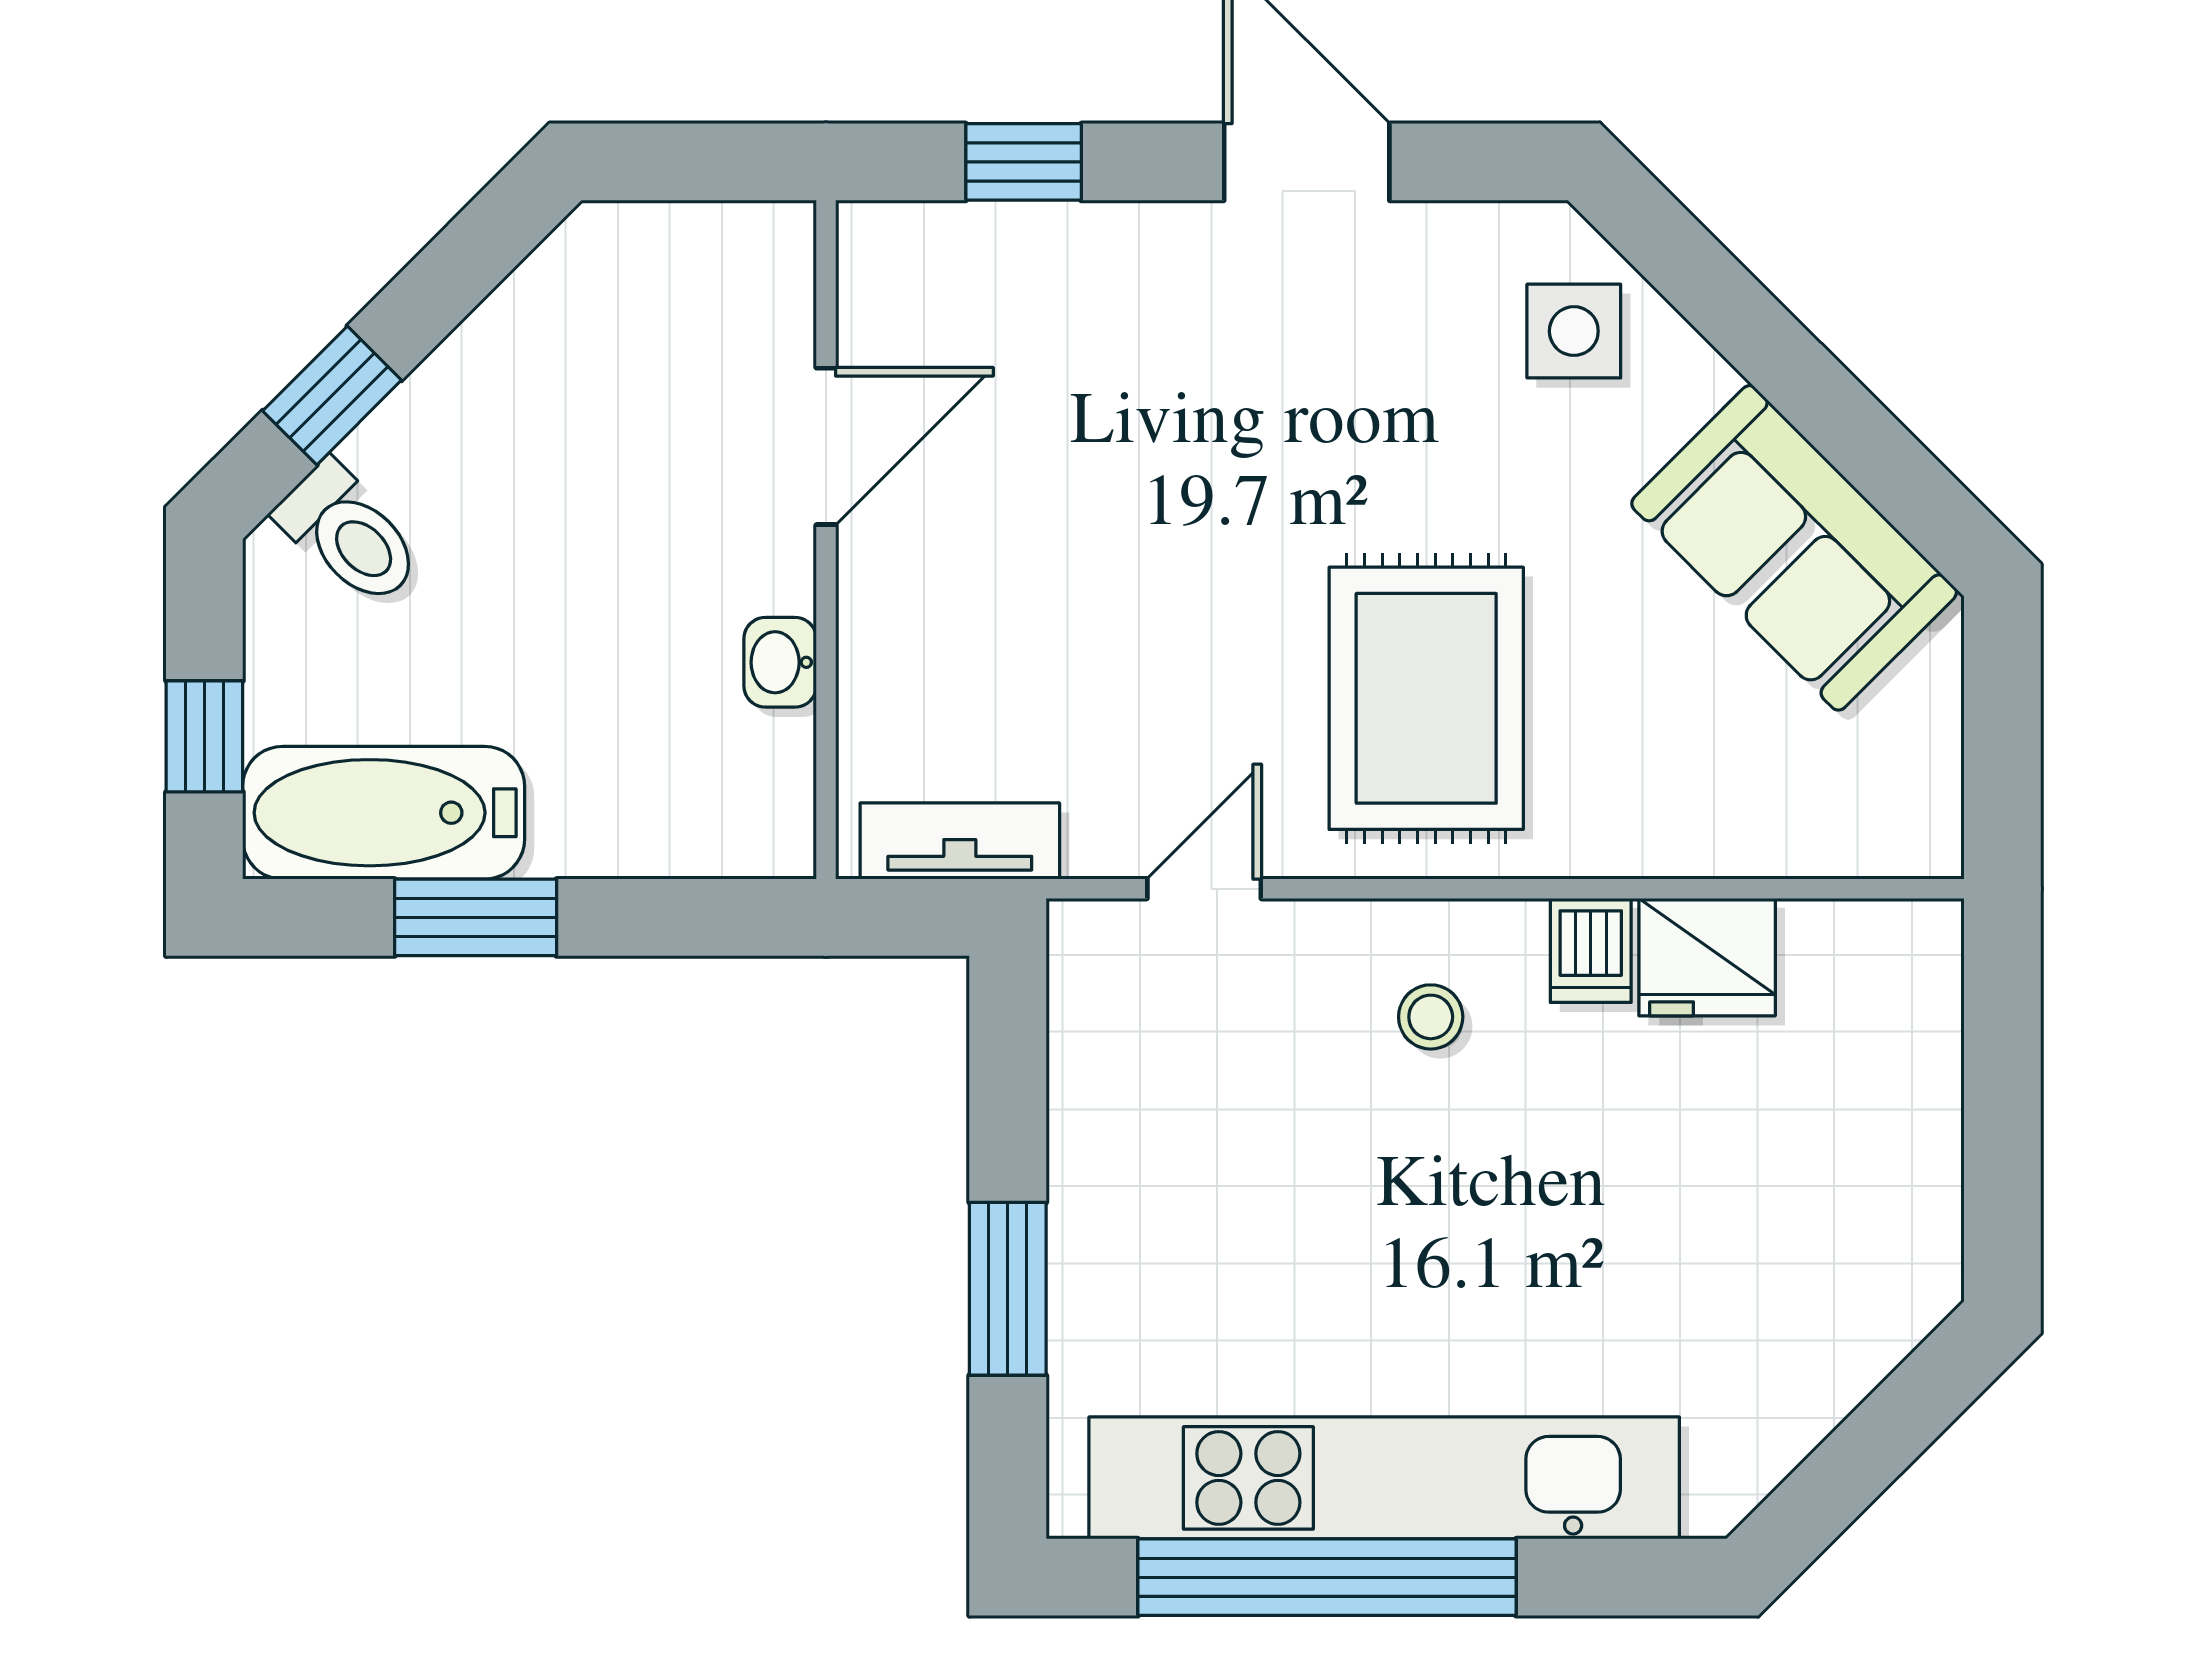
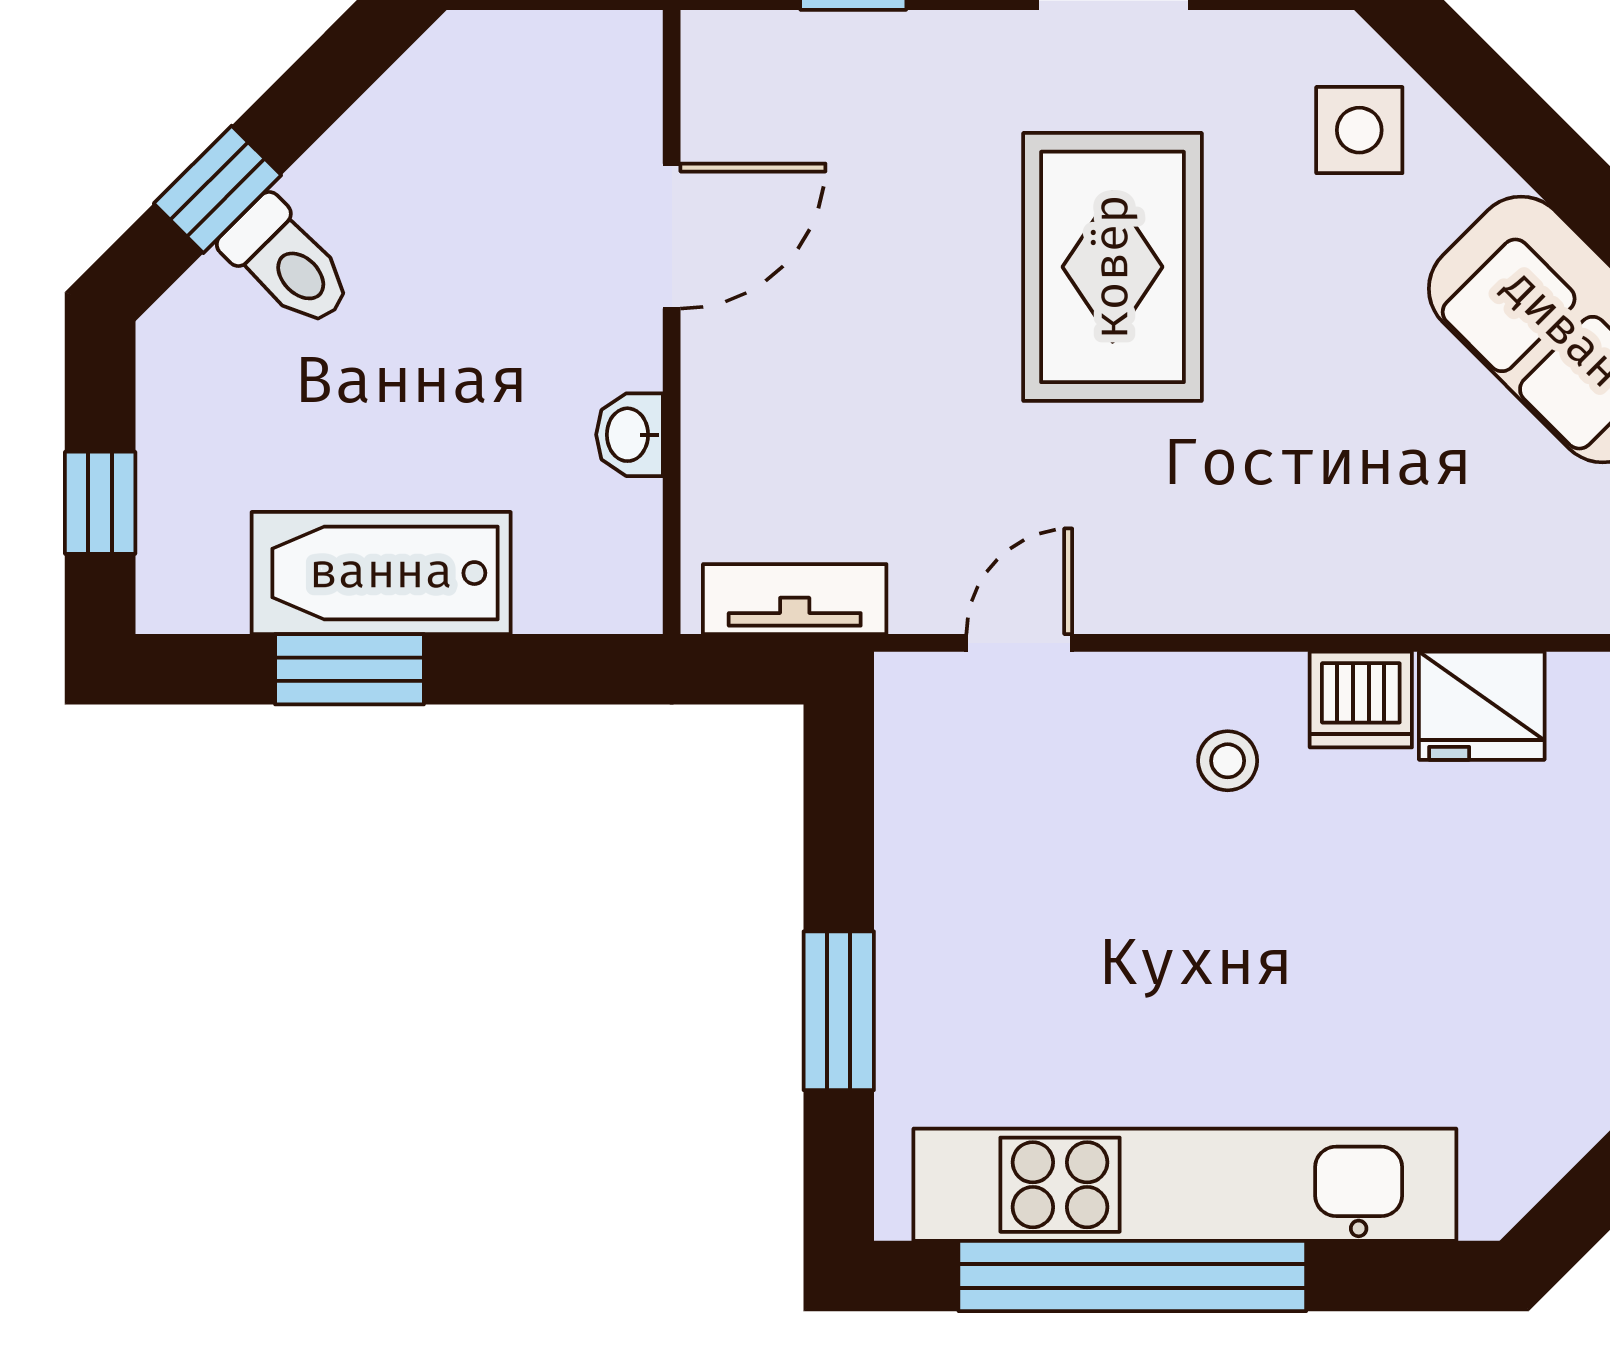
toilet: (349, 534) -> (288, 263), moved
rug: (1426, 698) -> (1113, 267), moved
bathtub: (384, 813) -> (381, 573), moved
dishwasher: (1591, 950) -> (1361, 700), width x1.38

